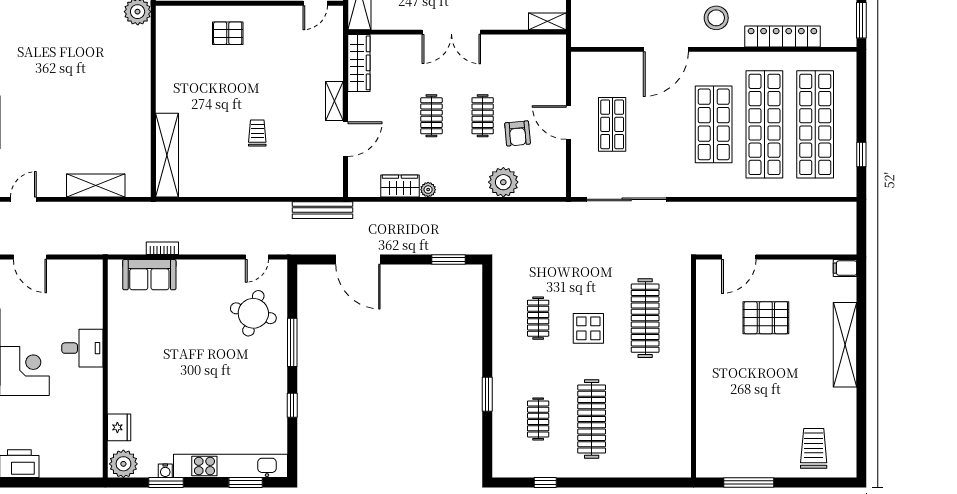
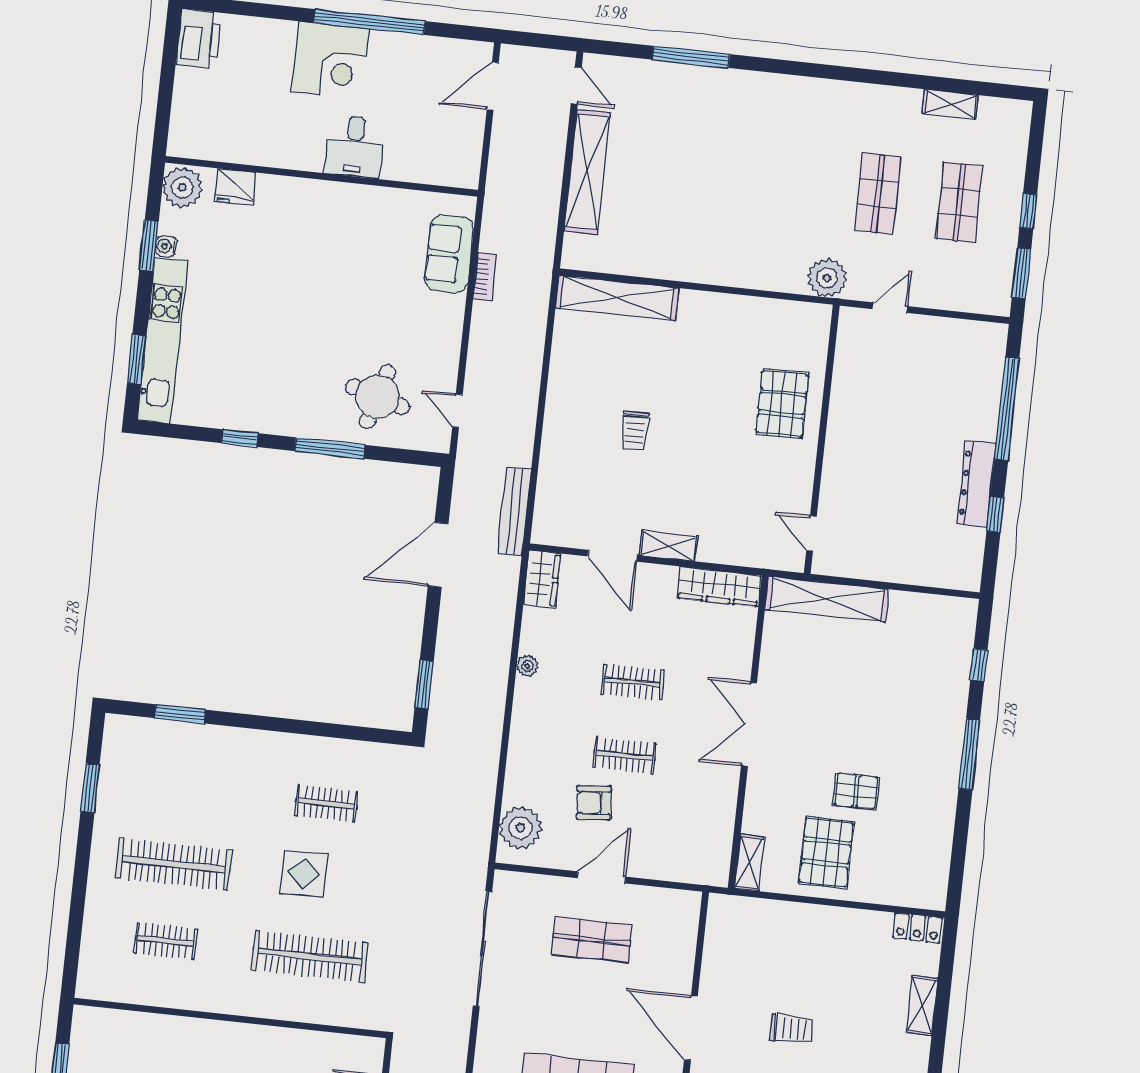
pallet: (228, 33) -> (782, 404), width x1.50, depth x1.42
trolley: (257, 133) -> (635, 430), turned 90
plant: (503, 182) -> (520, 828), moved
shelving: (96, 185) -> (587, 172), width x1.47
wardrobe: (400, 186) -> (542, 579), moved
window: (487, 394) -> (180, 714), moved
clothes rail: (538, 419) -> (165, 941), moved
window: (545, 483) -> (90, 788), width x1.50

